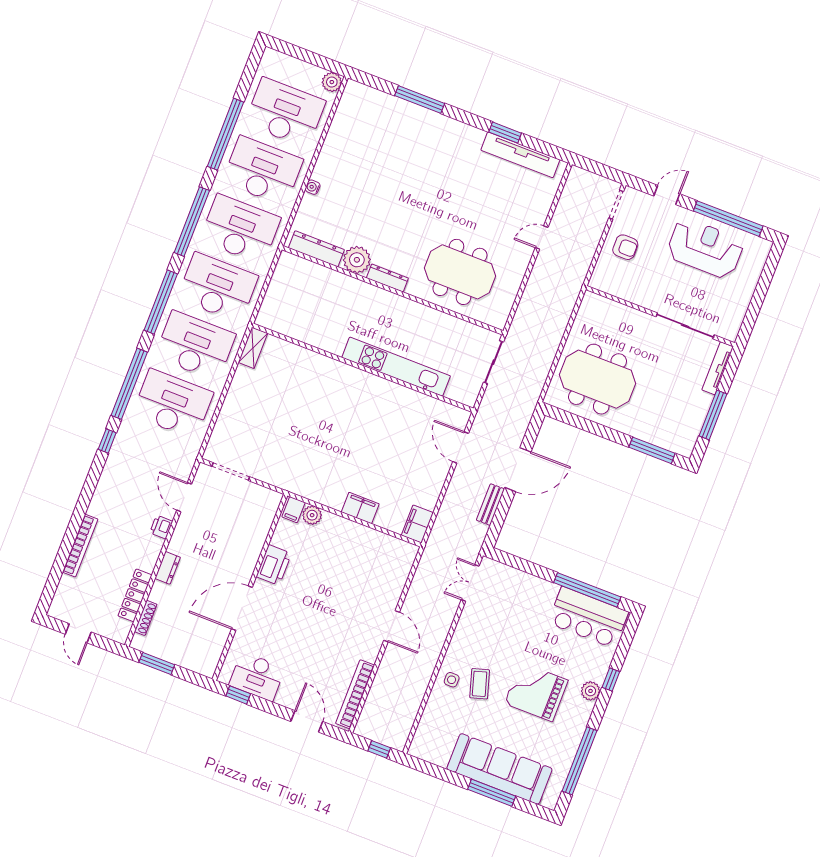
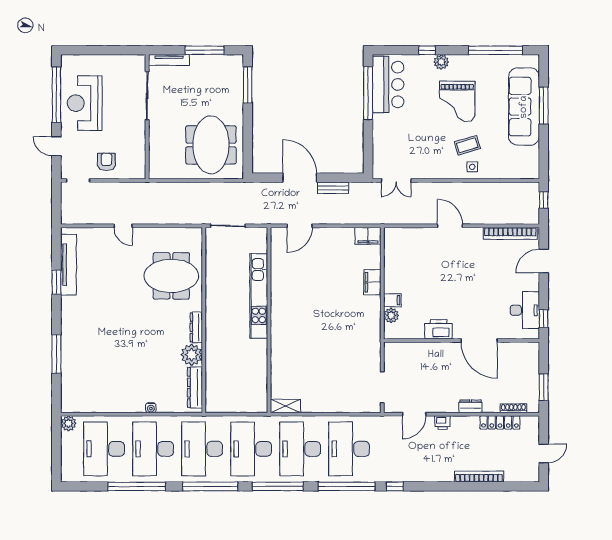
meeting table: (460, 272) -> (171, 276), turned 90
filing cabinet: (293, 510) -> (392, 300), moved
door: (392, 626) -> (450, 226), hinge flipped

